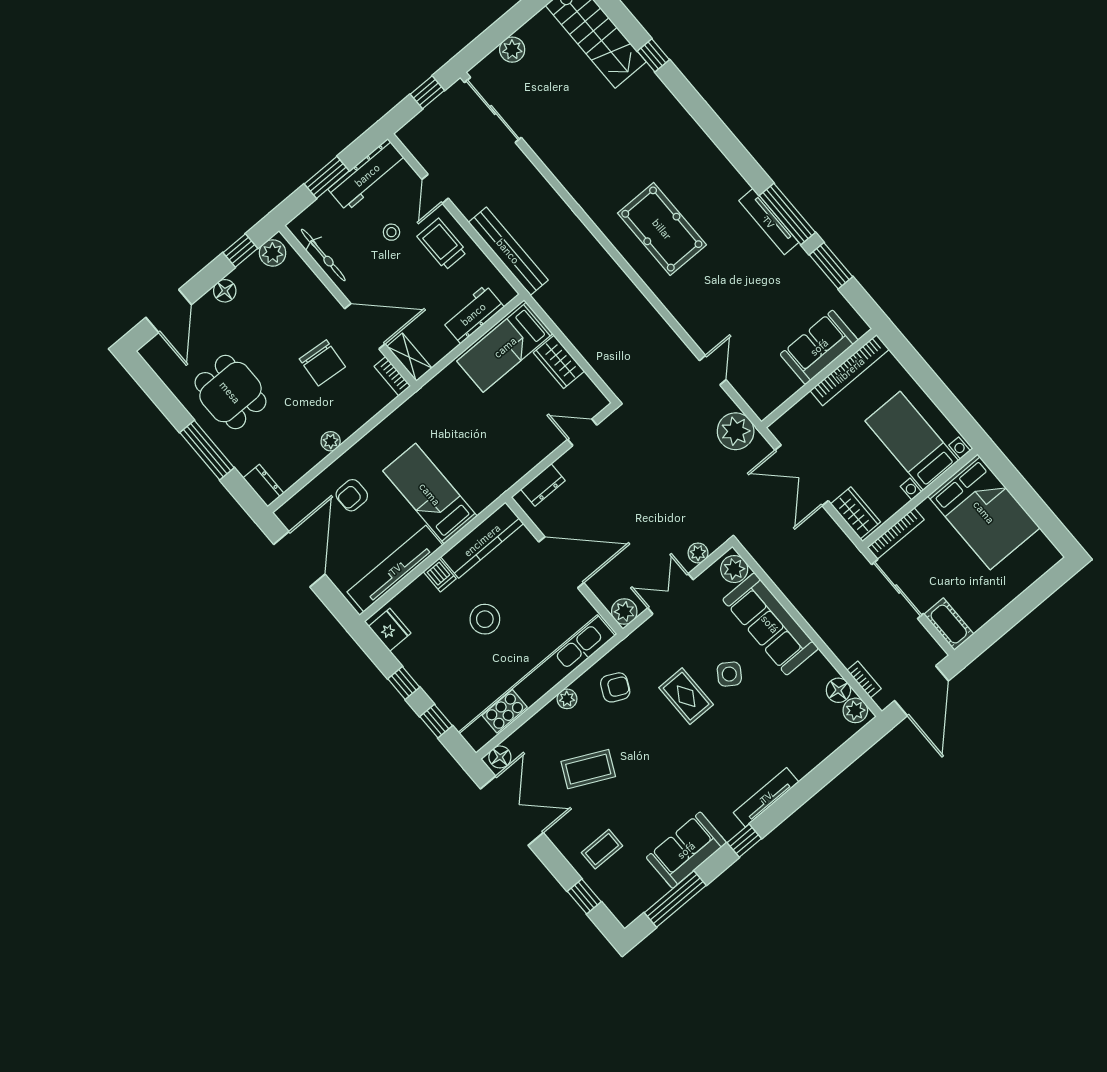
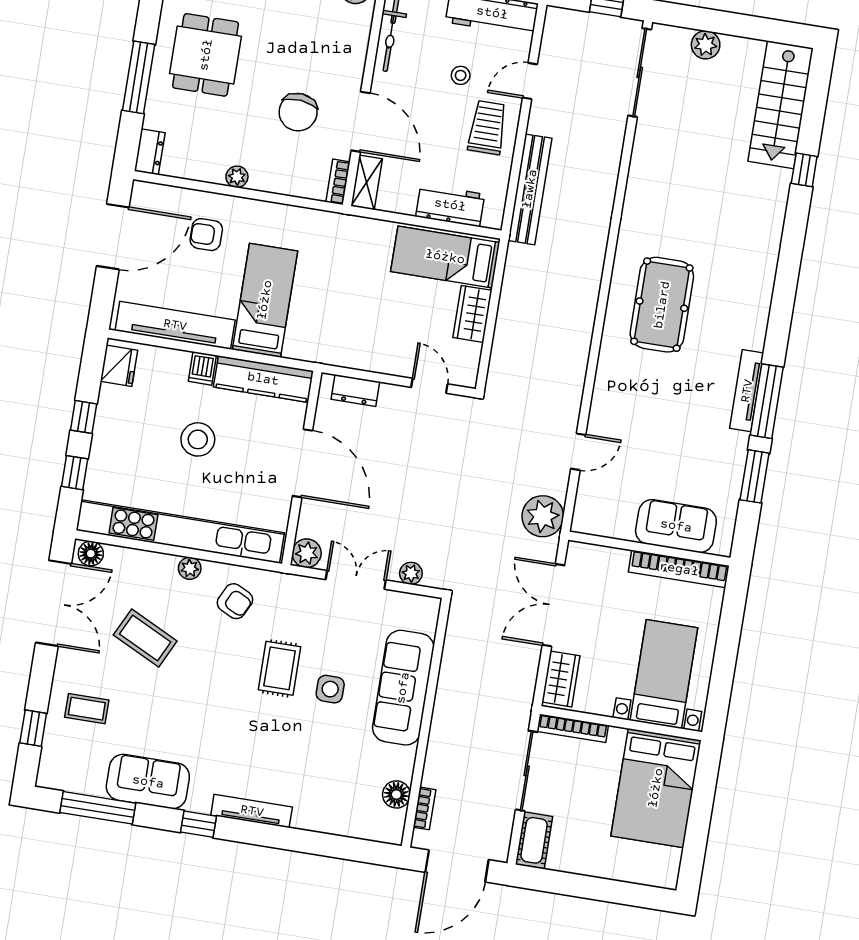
plant: (734, 569) -> (424, 616), removed
side table: (729, 674) -> (330, 689), turned -34
plant: (855, 710) -> (392, 824), removed

